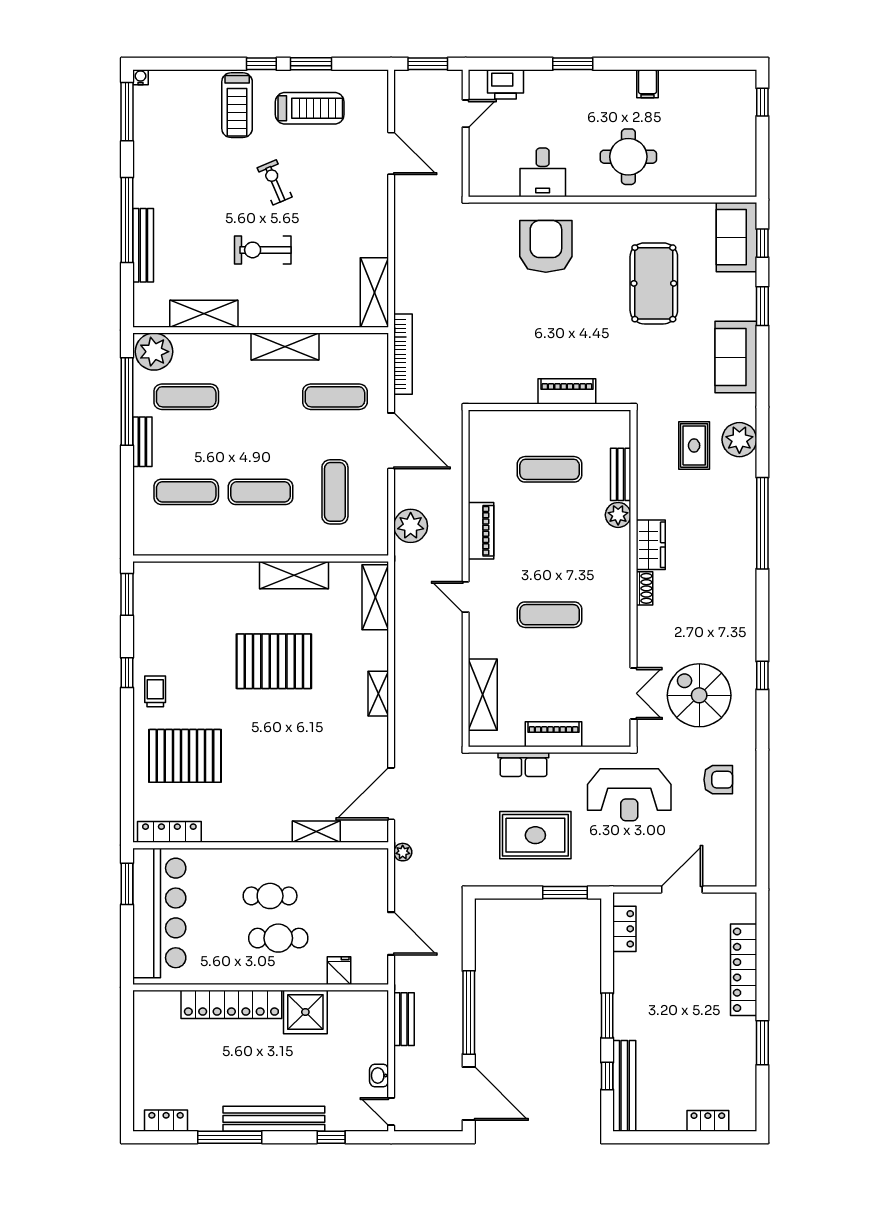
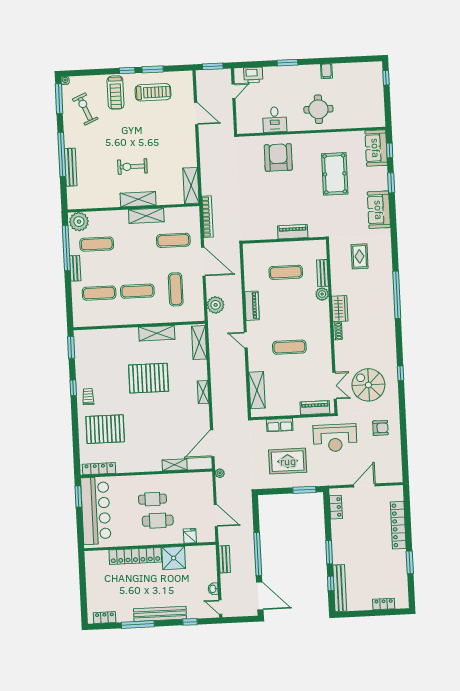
exercise bike: (275, 182) -> (85, 109), moved, width x1.38, depth x1.39
shelving: (204, 314) -> (138, 199), moved
plant: (739, 440) -> (383, 252), removed
piano: (554, 734) -> (315, 408), moved

